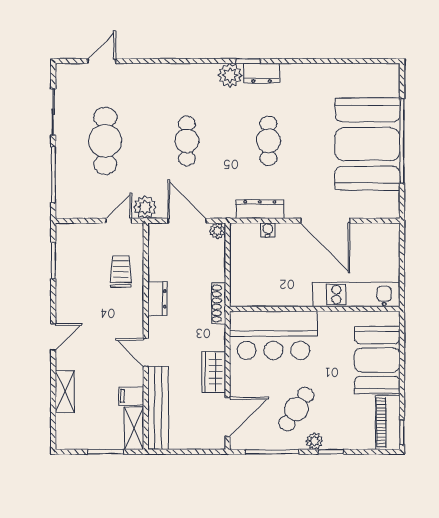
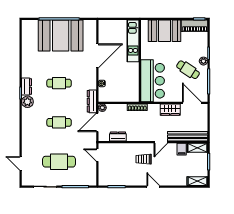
plant: (145, 207) -> (91, 143), removed
dresser: (260, 209) -> (92, 101), moved
trolley: (121, 271) -> (144, 159), moved
dresser: (157, 299) -> (118, 137), moved
shelving: (65, 392) -> (197, 181), moved

